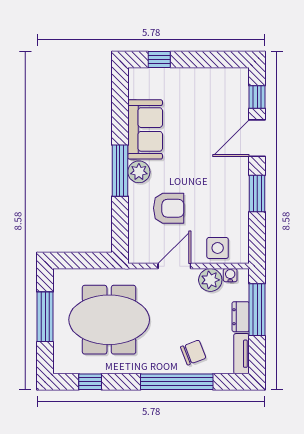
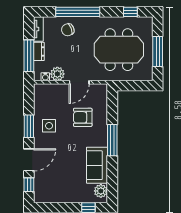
plant: (139, 172) -> (101, 191), moved
side table: (218, 248) -> (49, 126), moved

